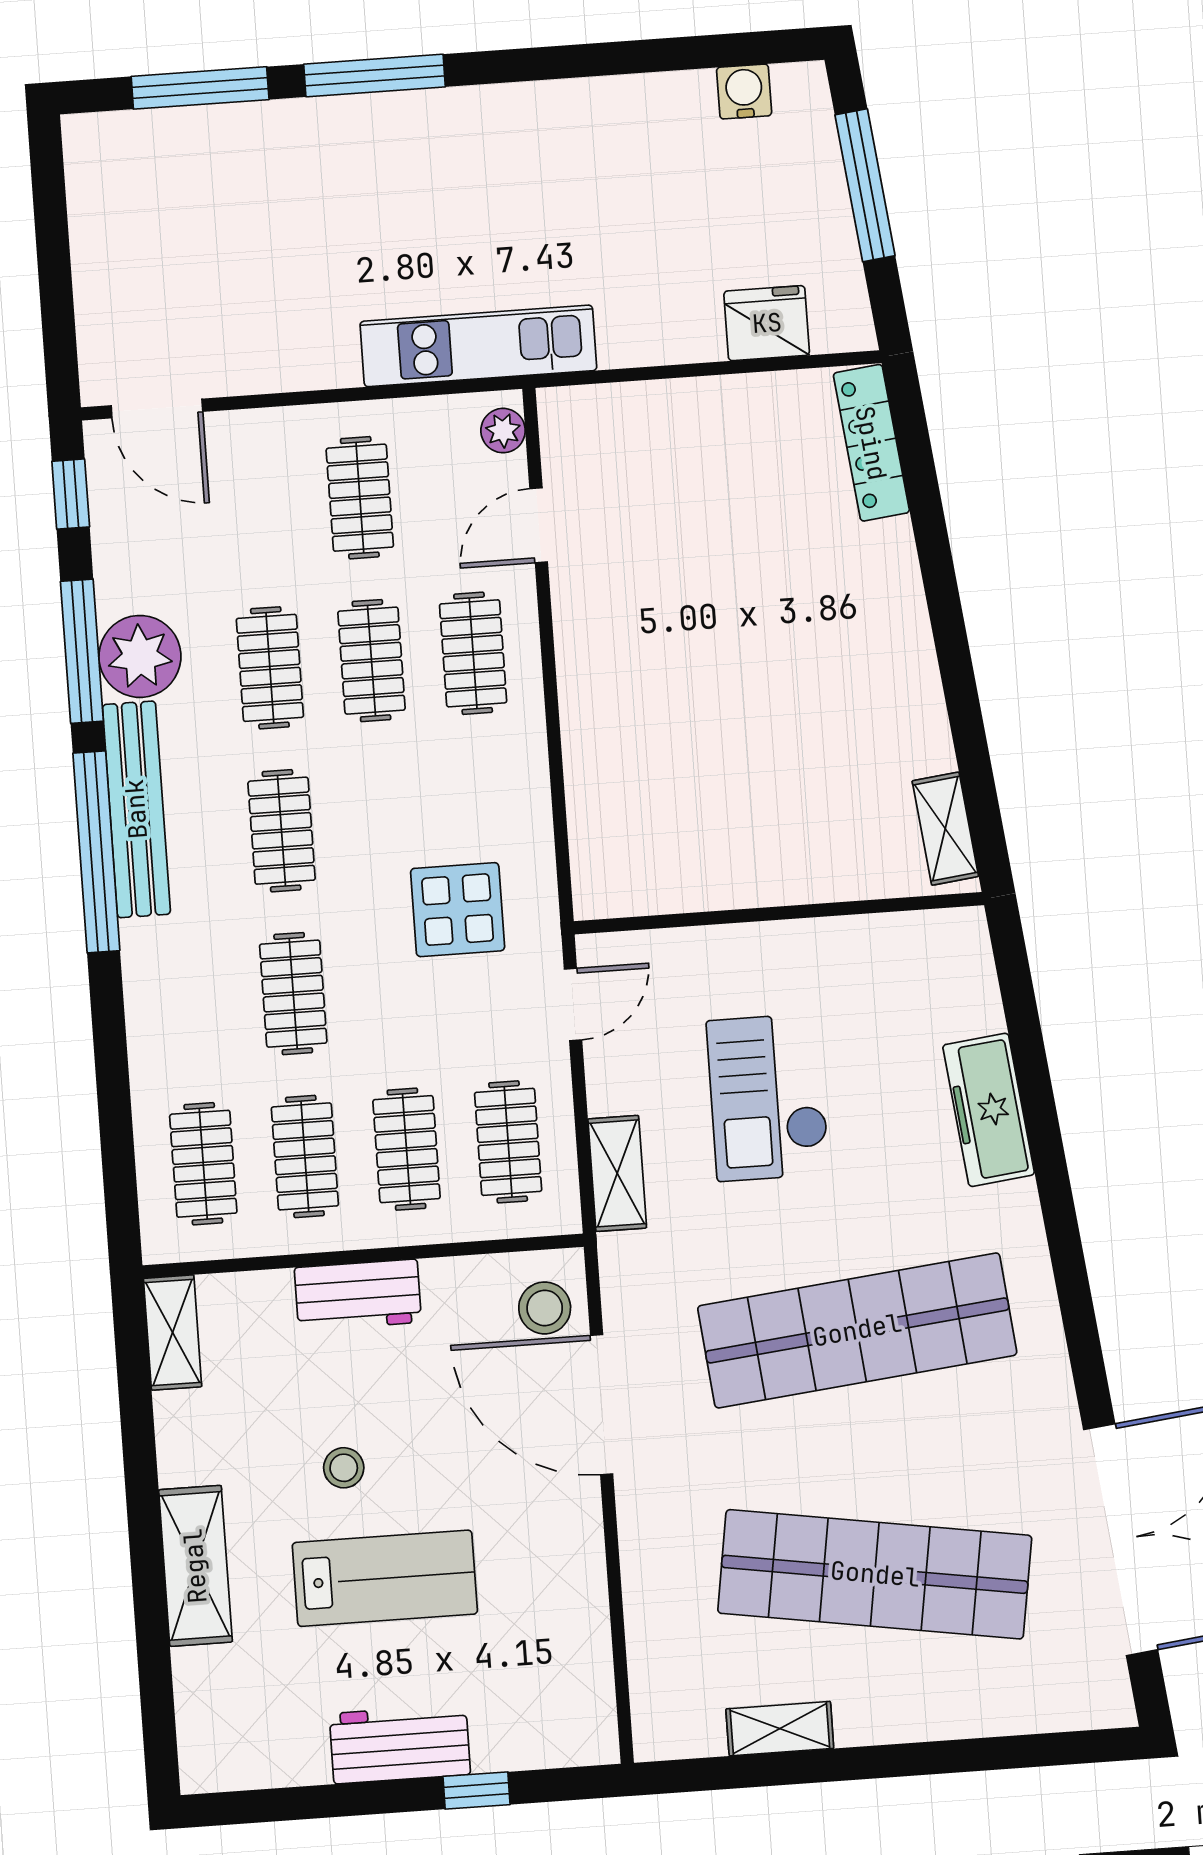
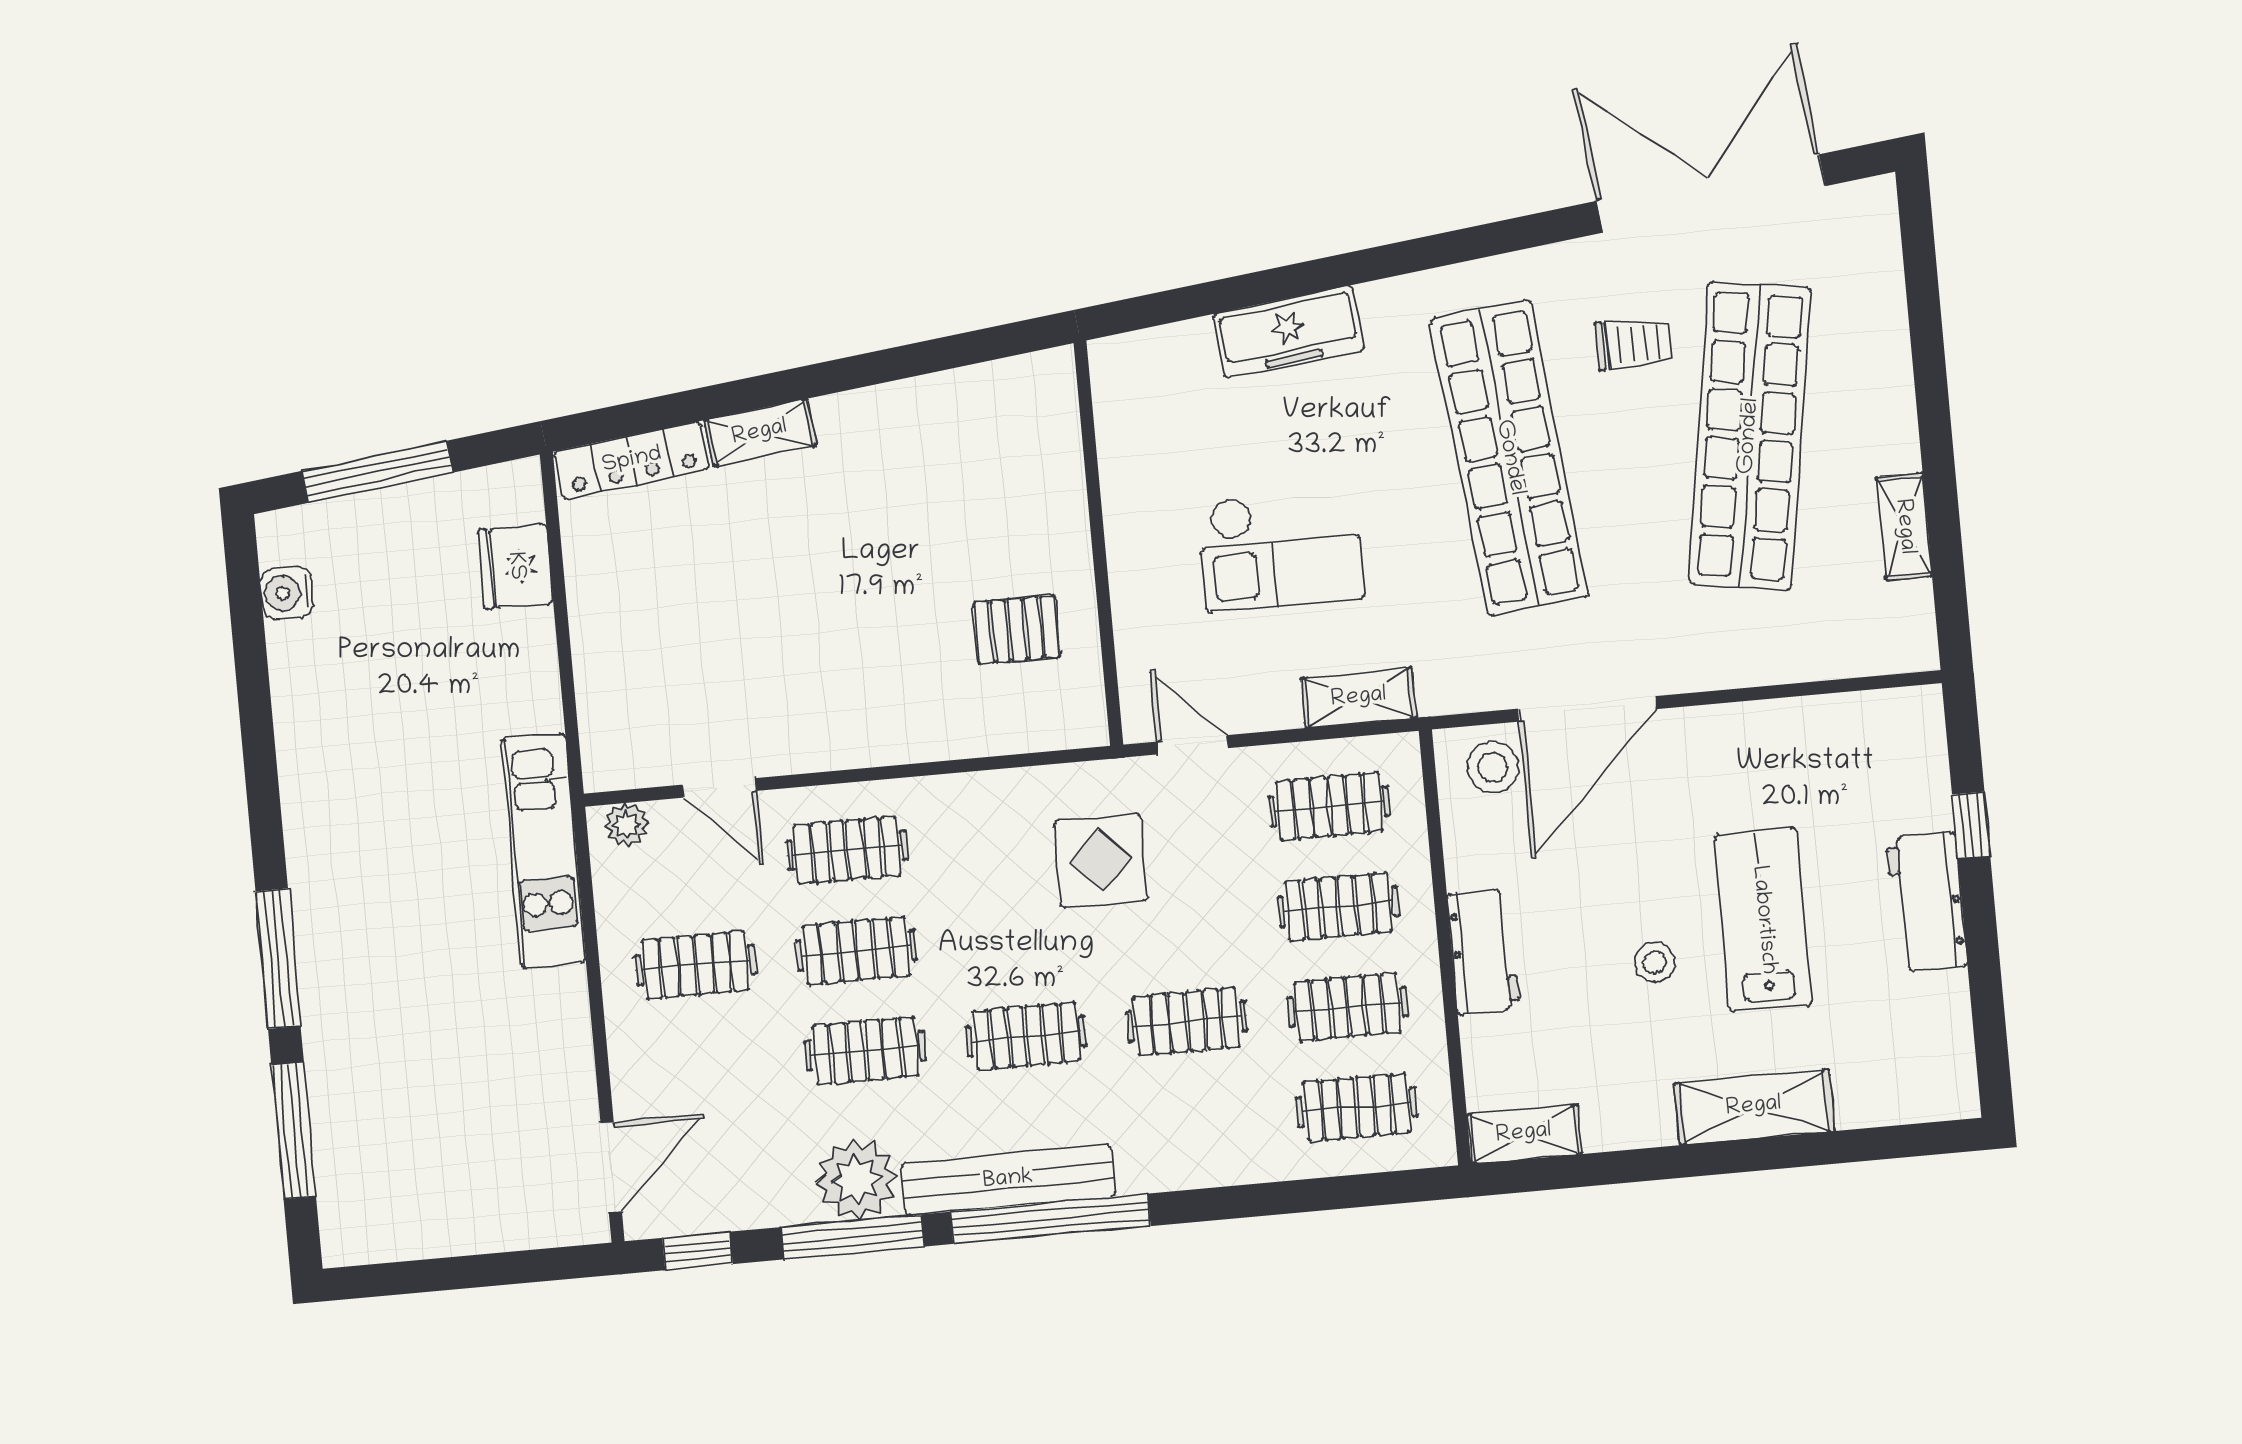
pallet: (693, 829) -> (1017, 630), added
shelving: (945, 829) -> (760, 433), moved
trolley: (970, 1459) -> (1634, 343), added

